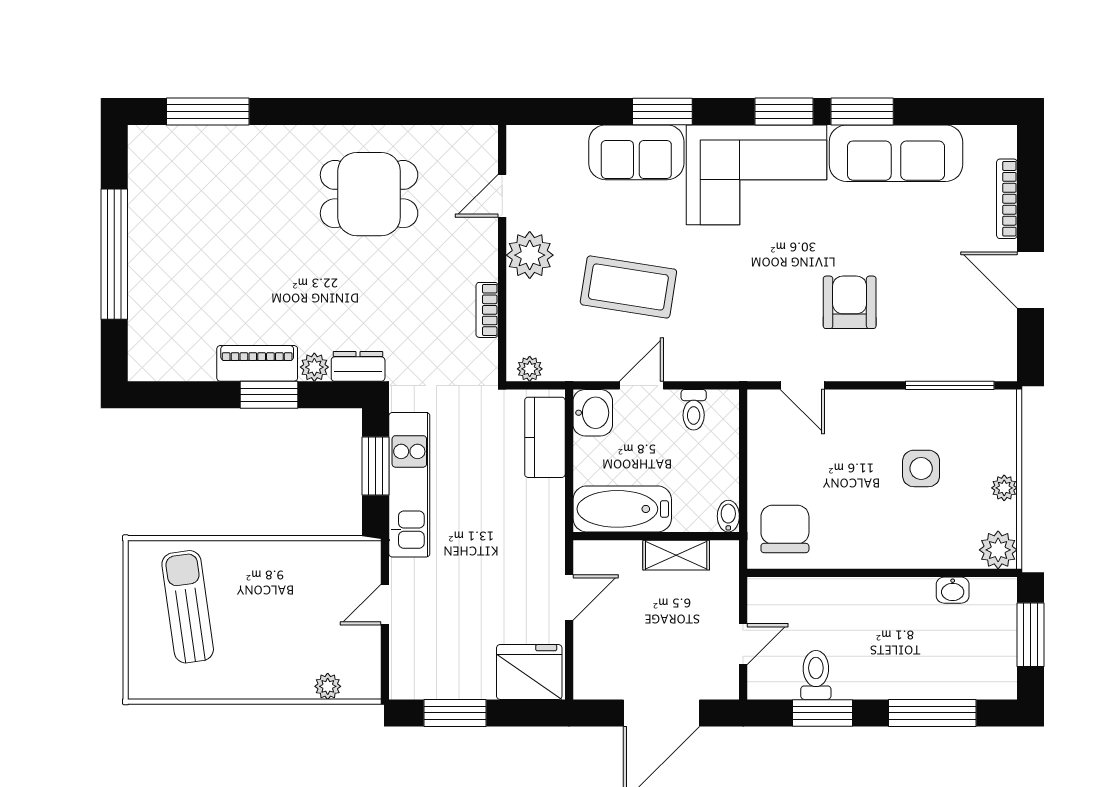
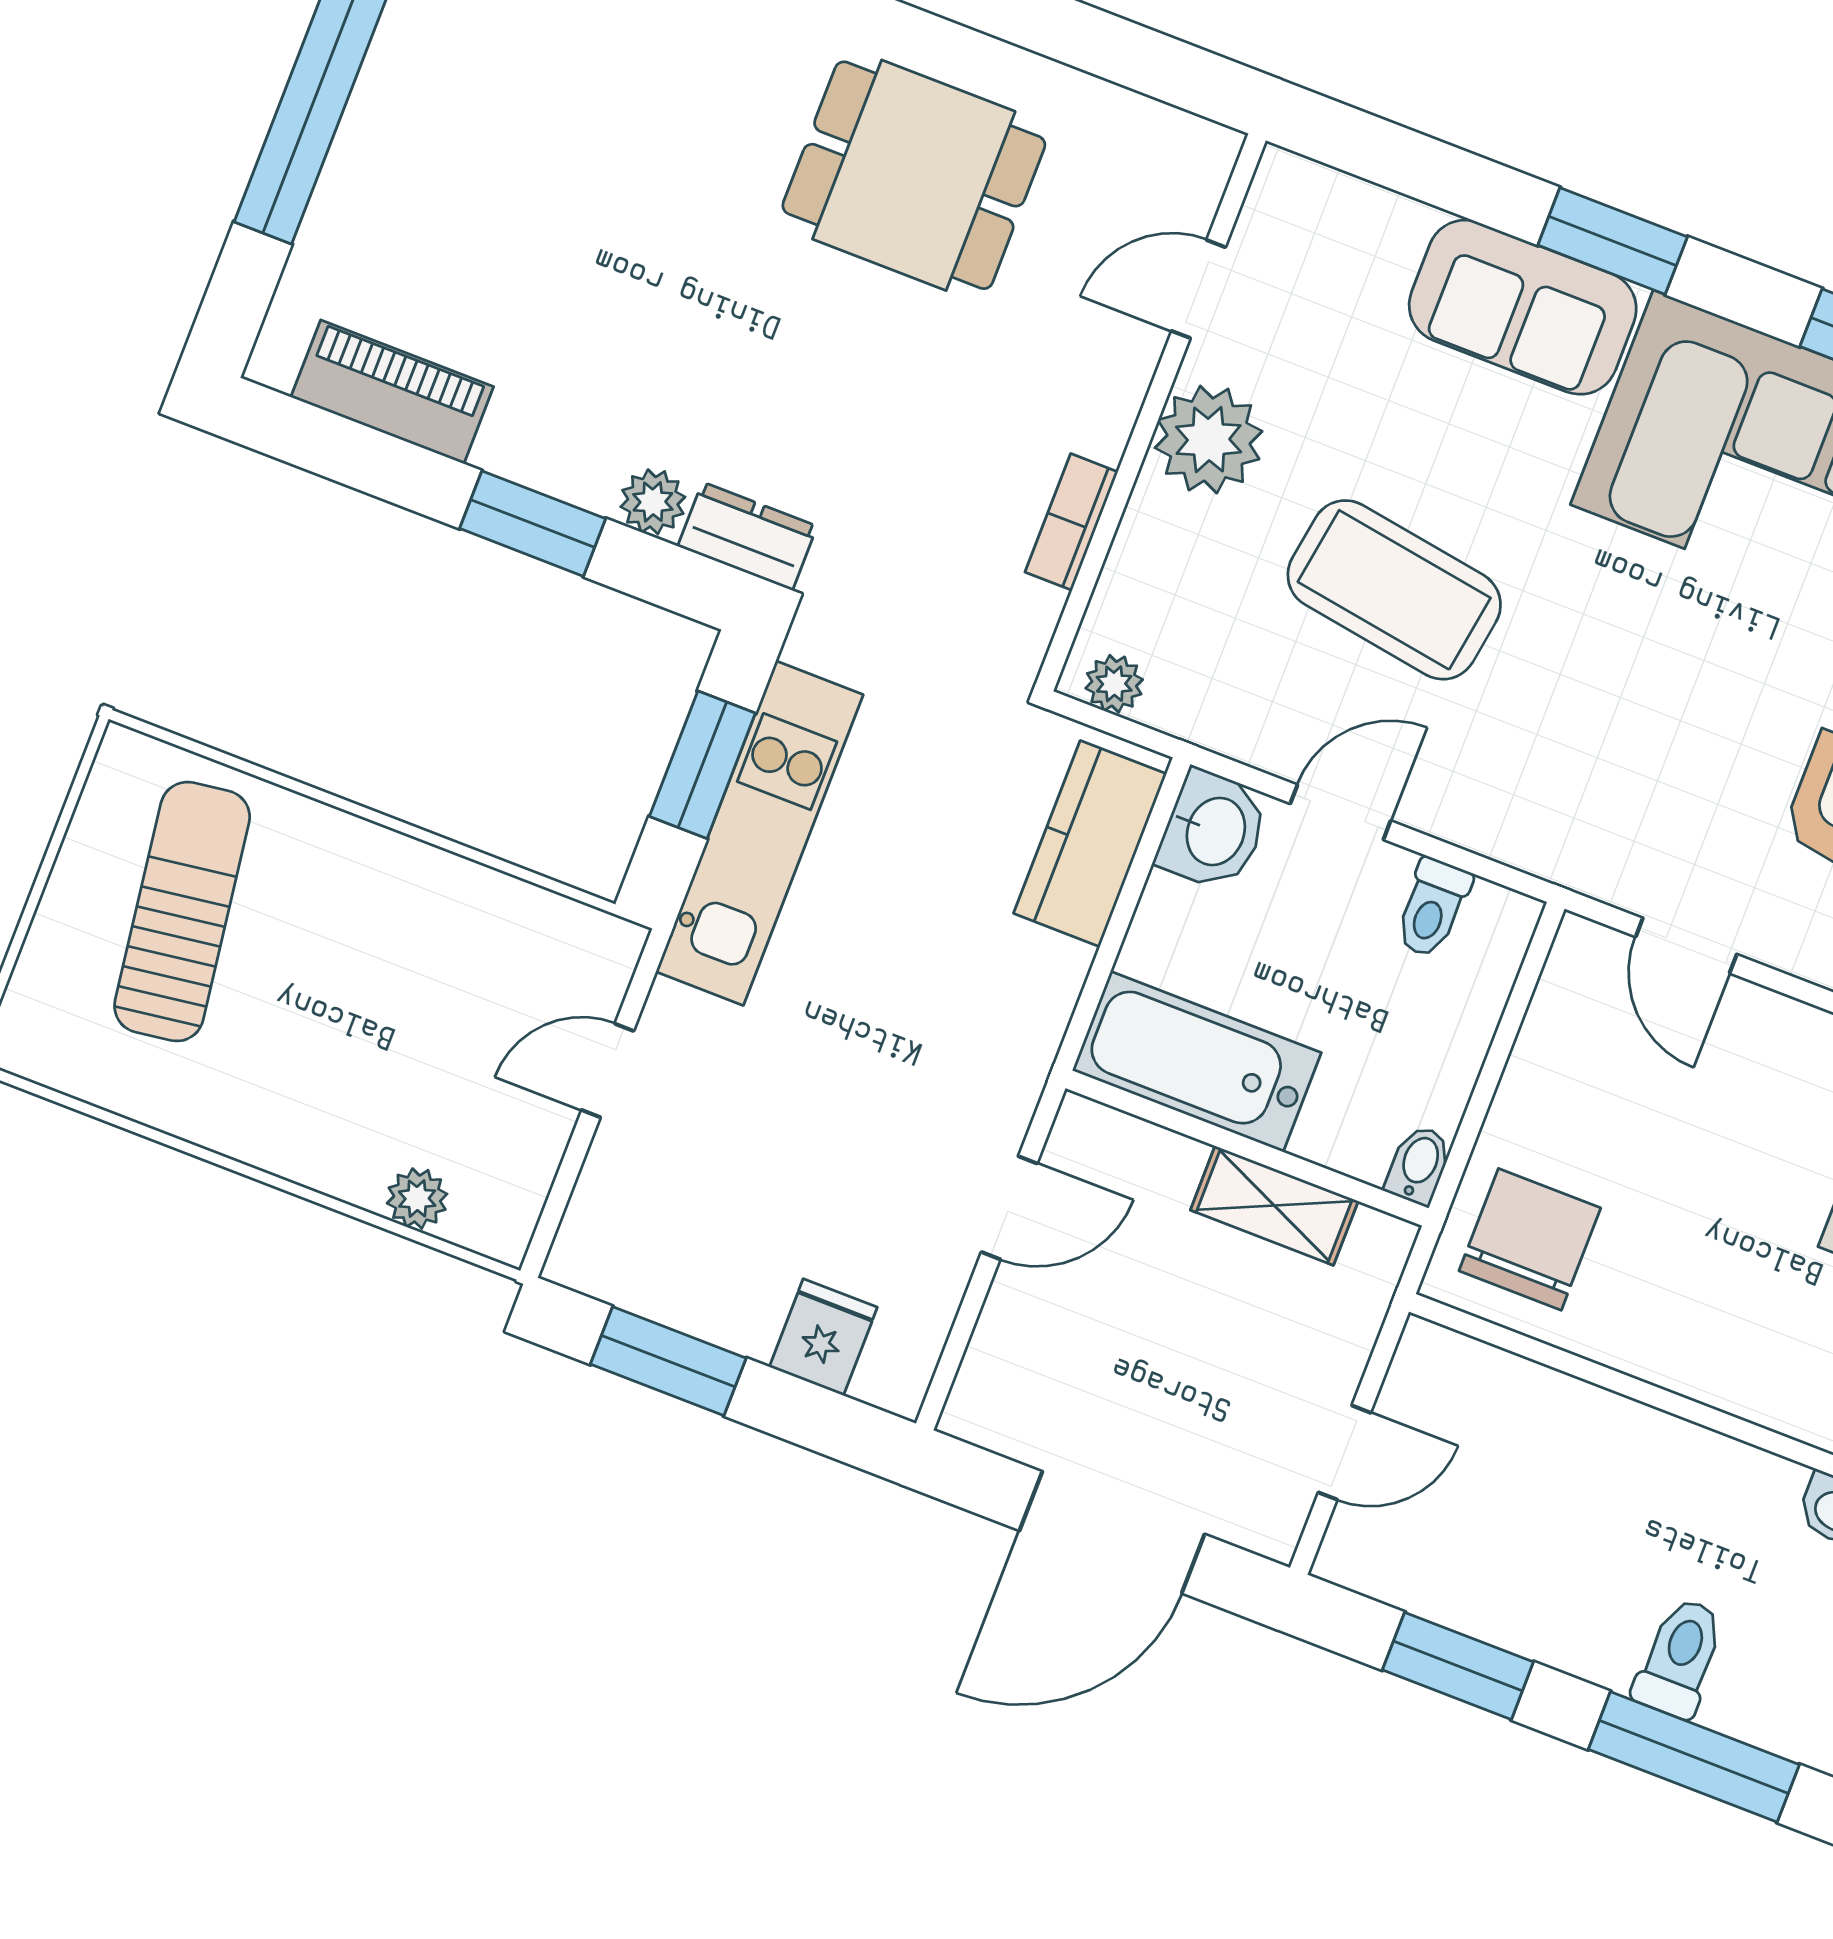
piano: (257, 363) -> (392, 392), moved
fridge: (529, 672) -> (823, 1337), width x0.53, depth x0.75
toilet: (816, 675) -> (1680, 1658), moved

